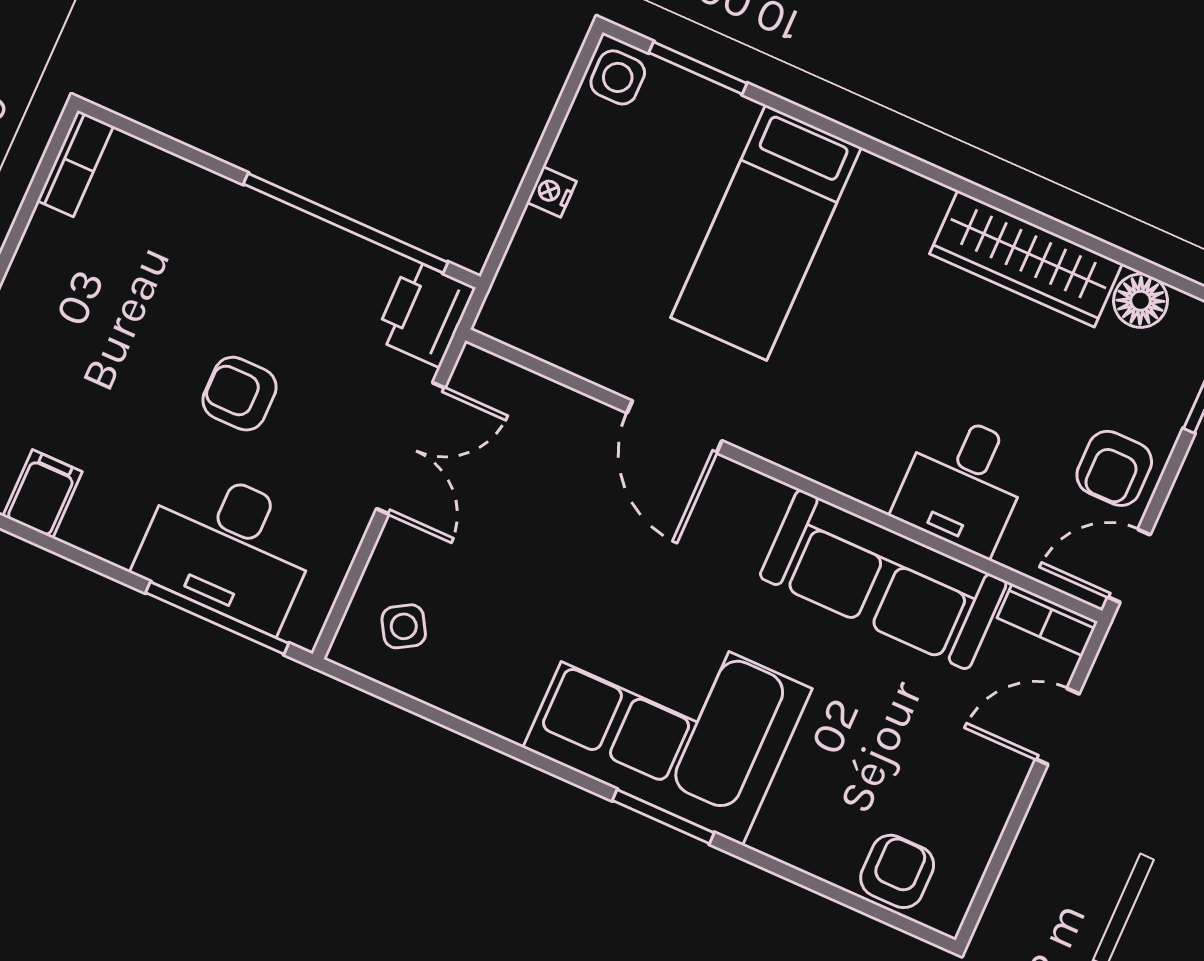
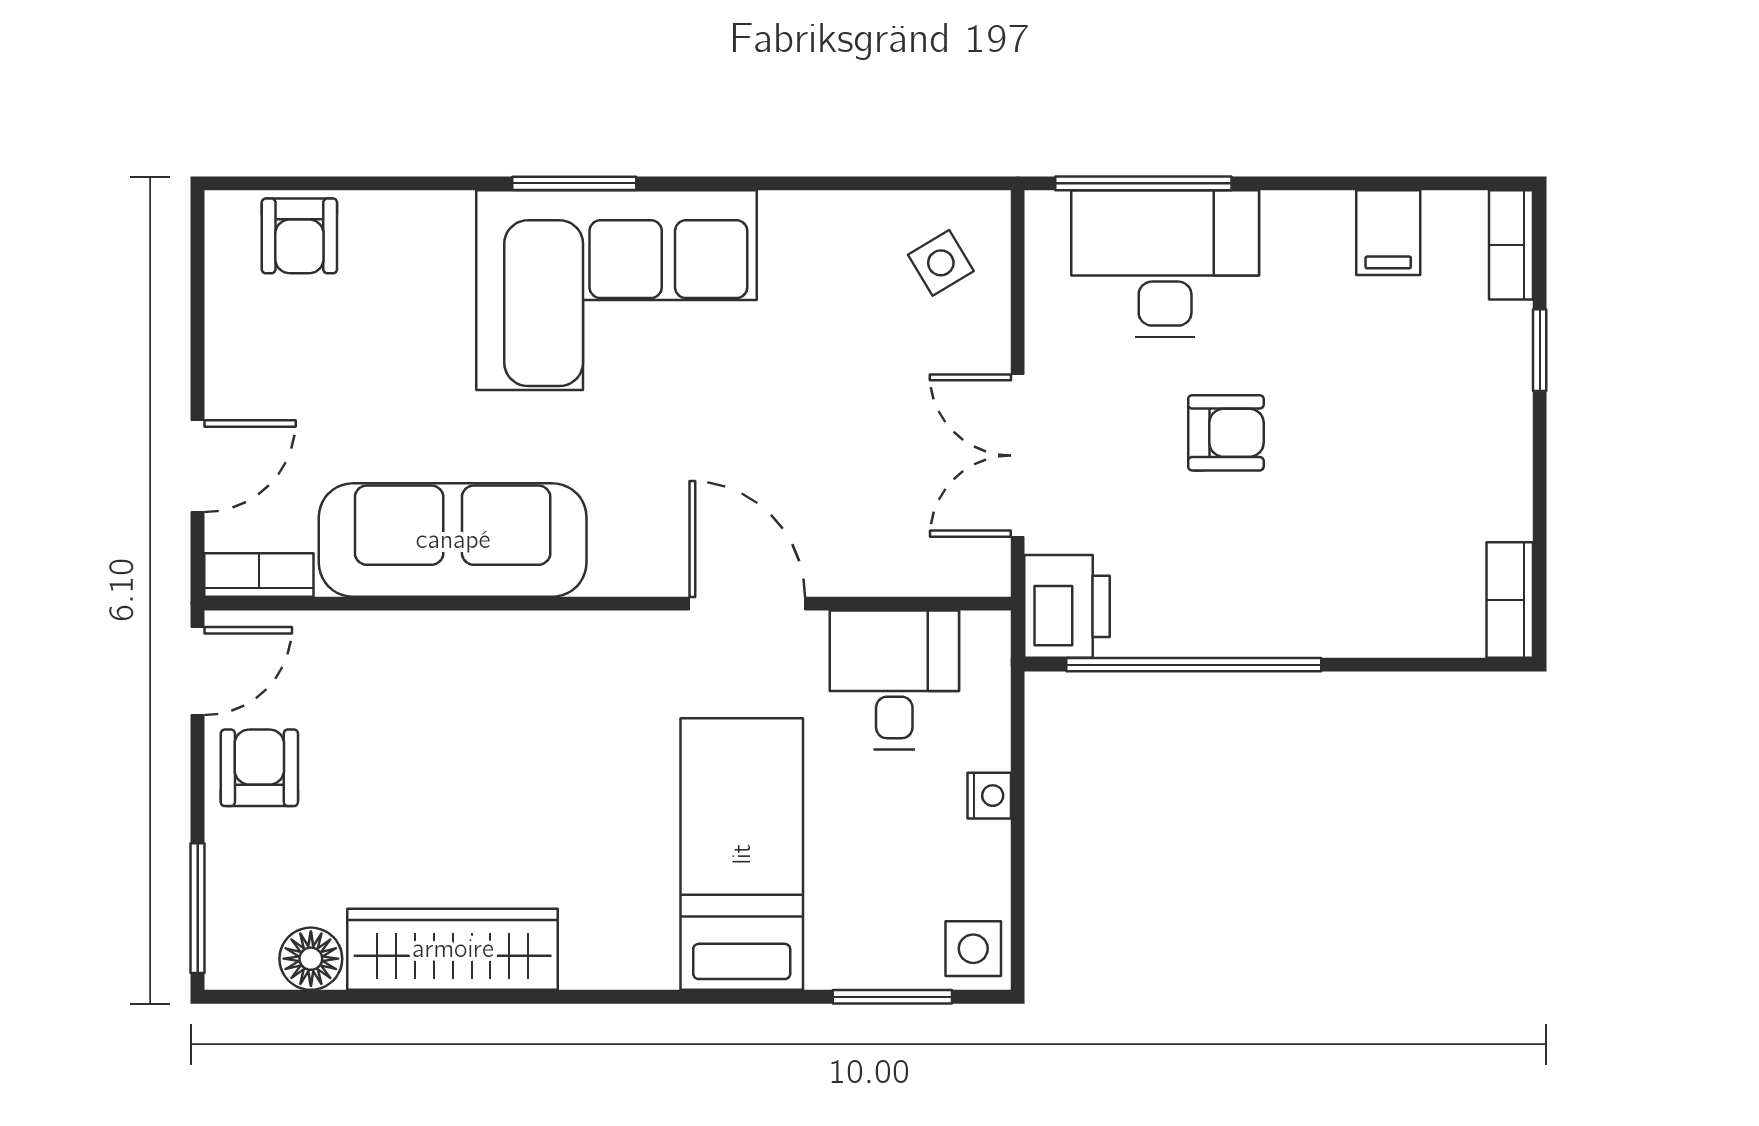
desk: (963, 484) -> (894, 680), moved

